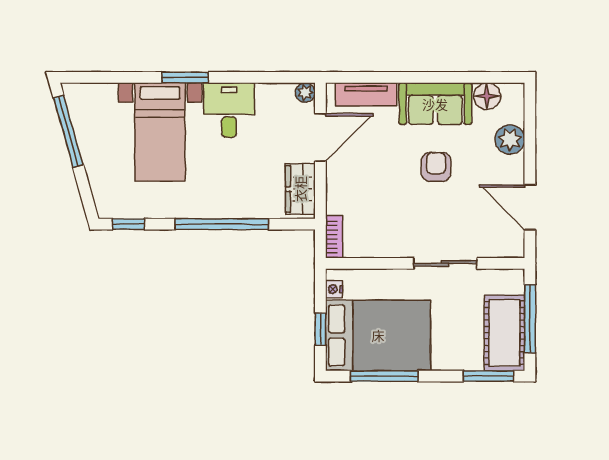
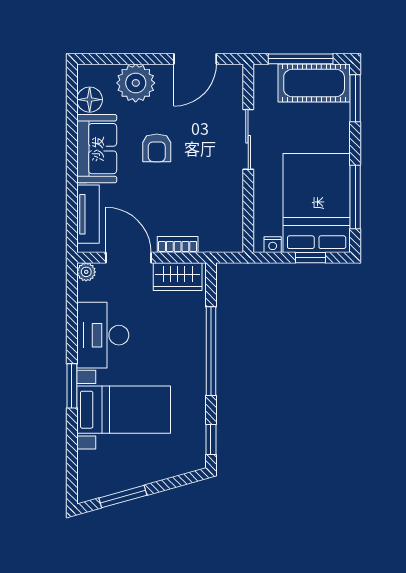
desk: (229, 110) -> (103, 335), width x1.37
window: (68, 131) -> (123, 497), width x0.69
plant: (510, 139) -> (136, 83), width x1.36, depth x1.36
armchair: (436, 167) -> (157, 148), turned -90
bookcase: (334, 237) -> (178, 244), moved

